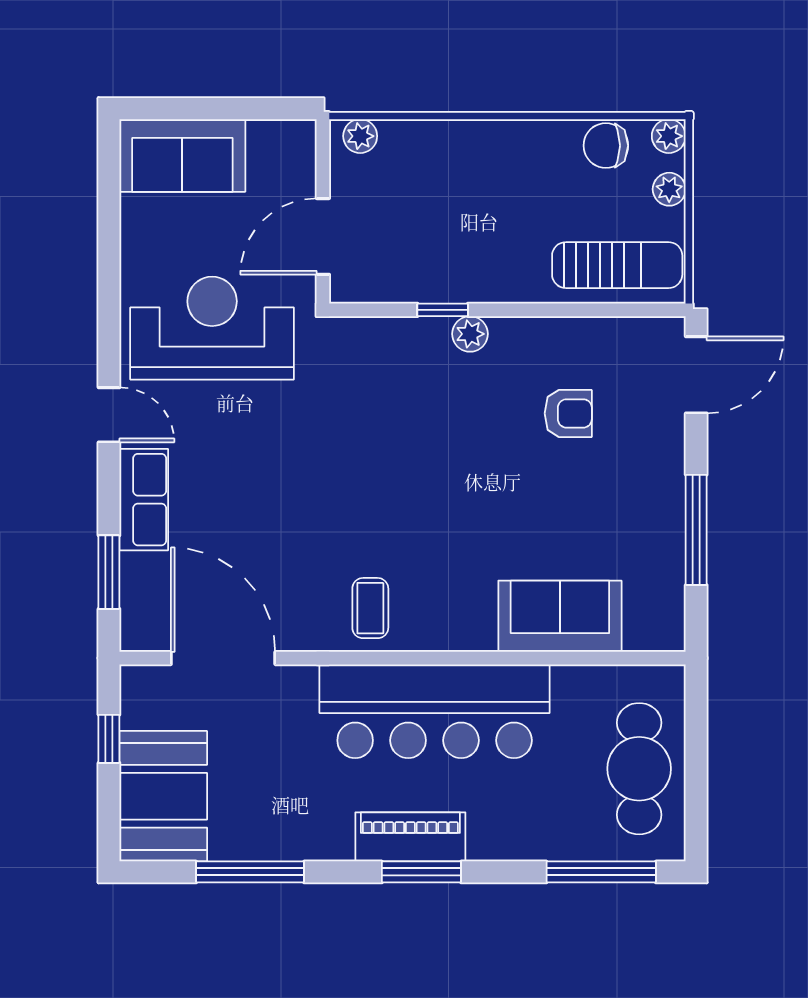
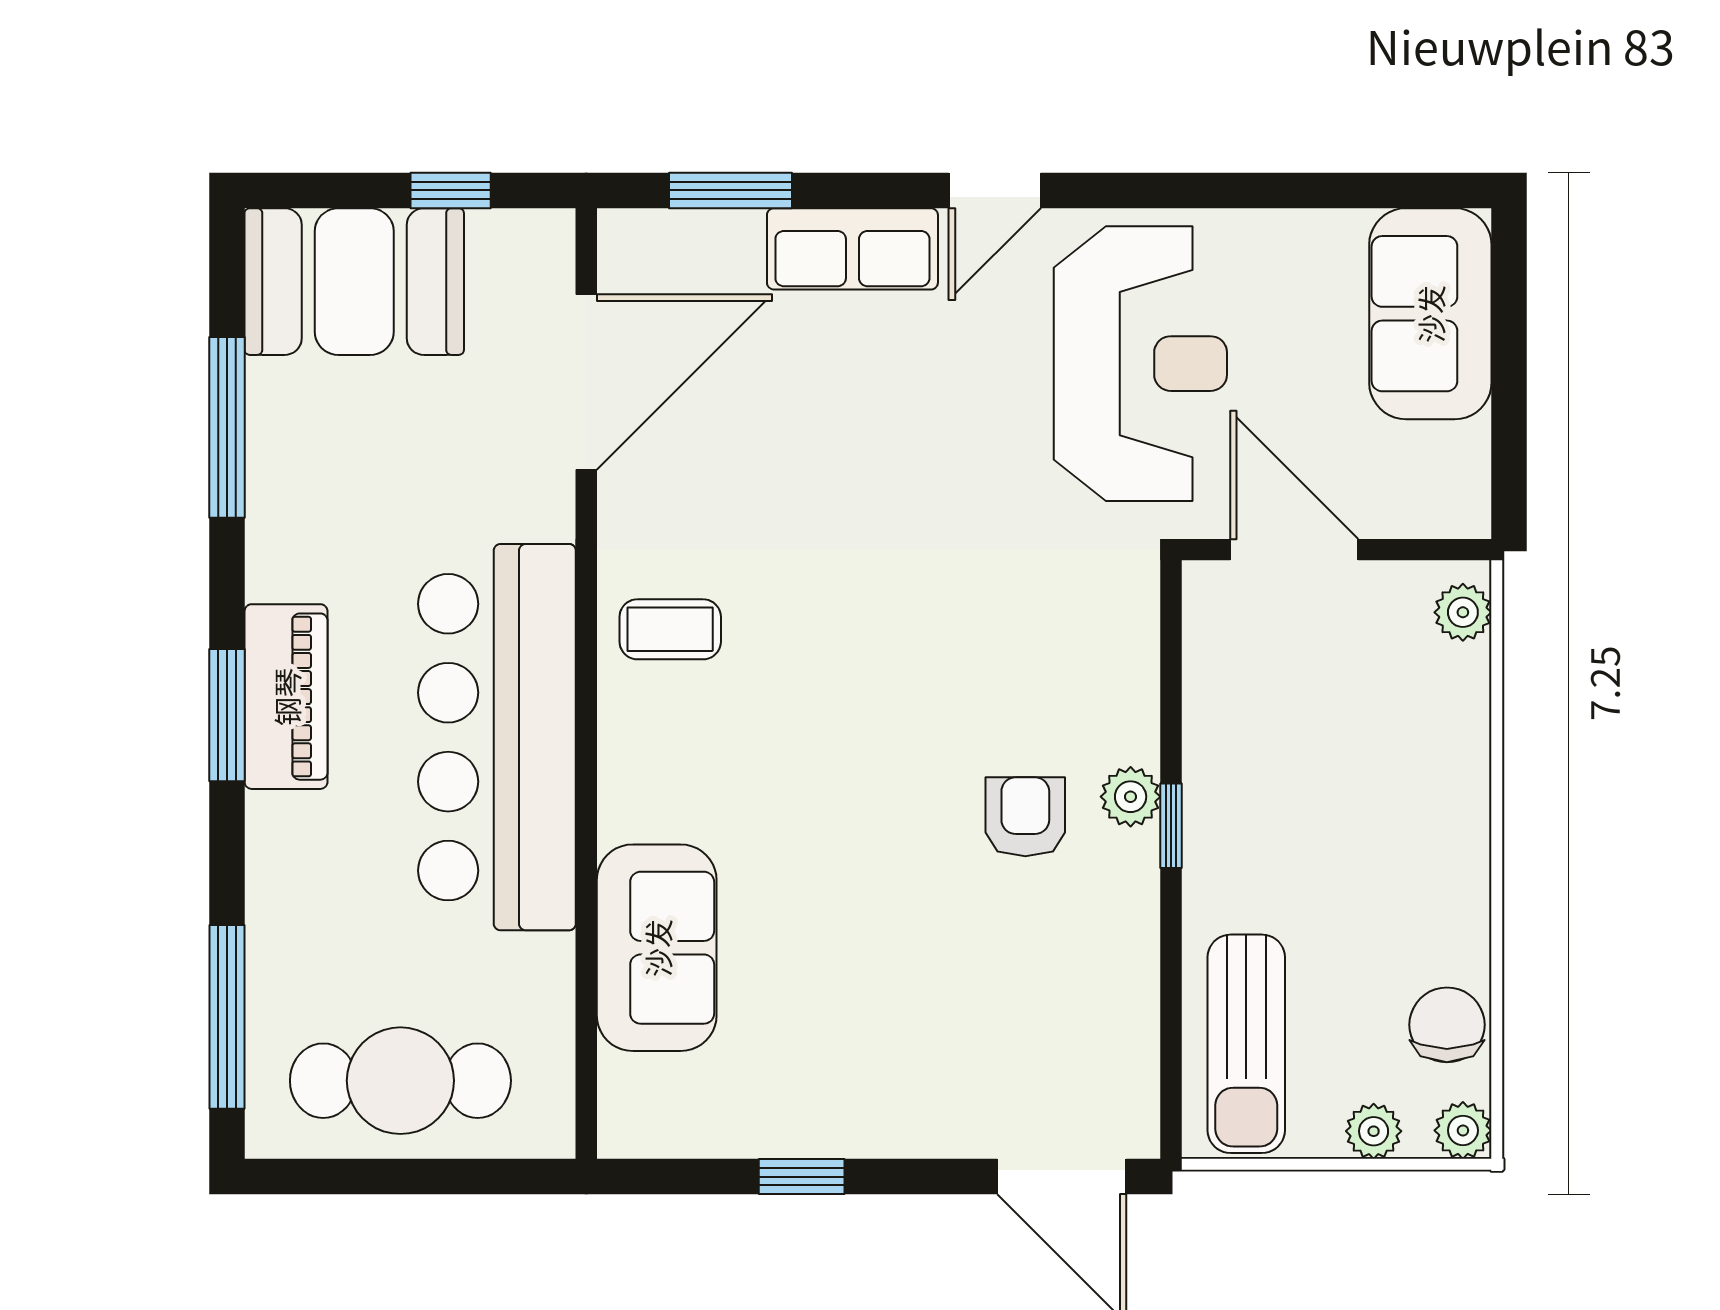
window: (443, 310) -> (1171, 826), moved
armchair: (568, 413) -> (1025, 817), moved, turned 180
window: (696, 530) -> (802, 1177), width x0.46

